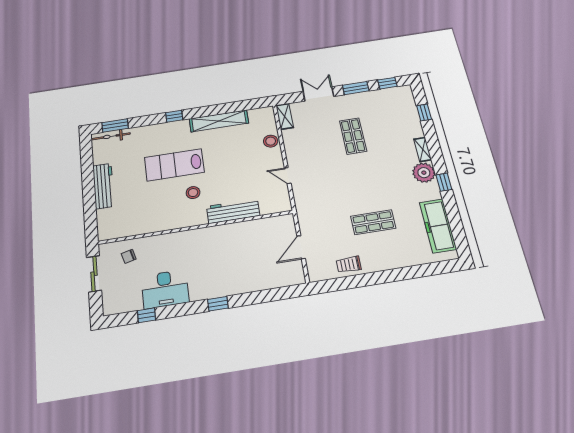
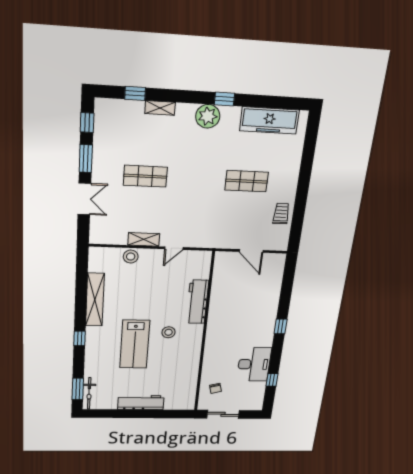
double door: (318, 94) -> (84, 199), swing flipped
shelving: (285, 116) -> (144, 239), moved
shelving: (423, 149) -> (160, 108), moved
shop shelf: (373, 222) -> (247, 181), turned 90
trolley: (349, 264) -> (281, 214), turned 180

